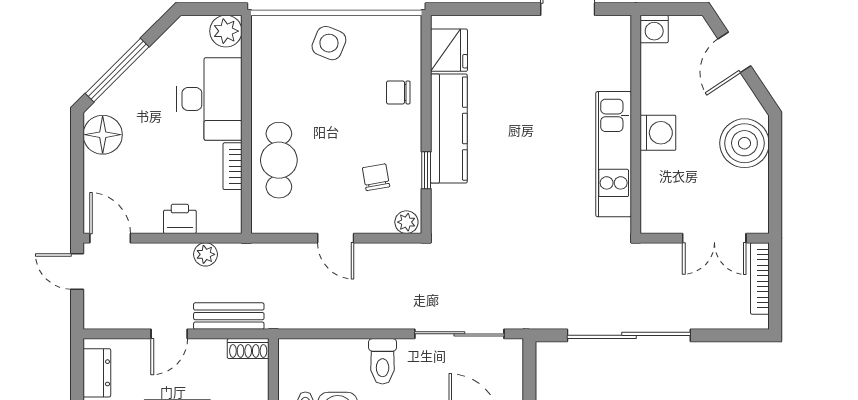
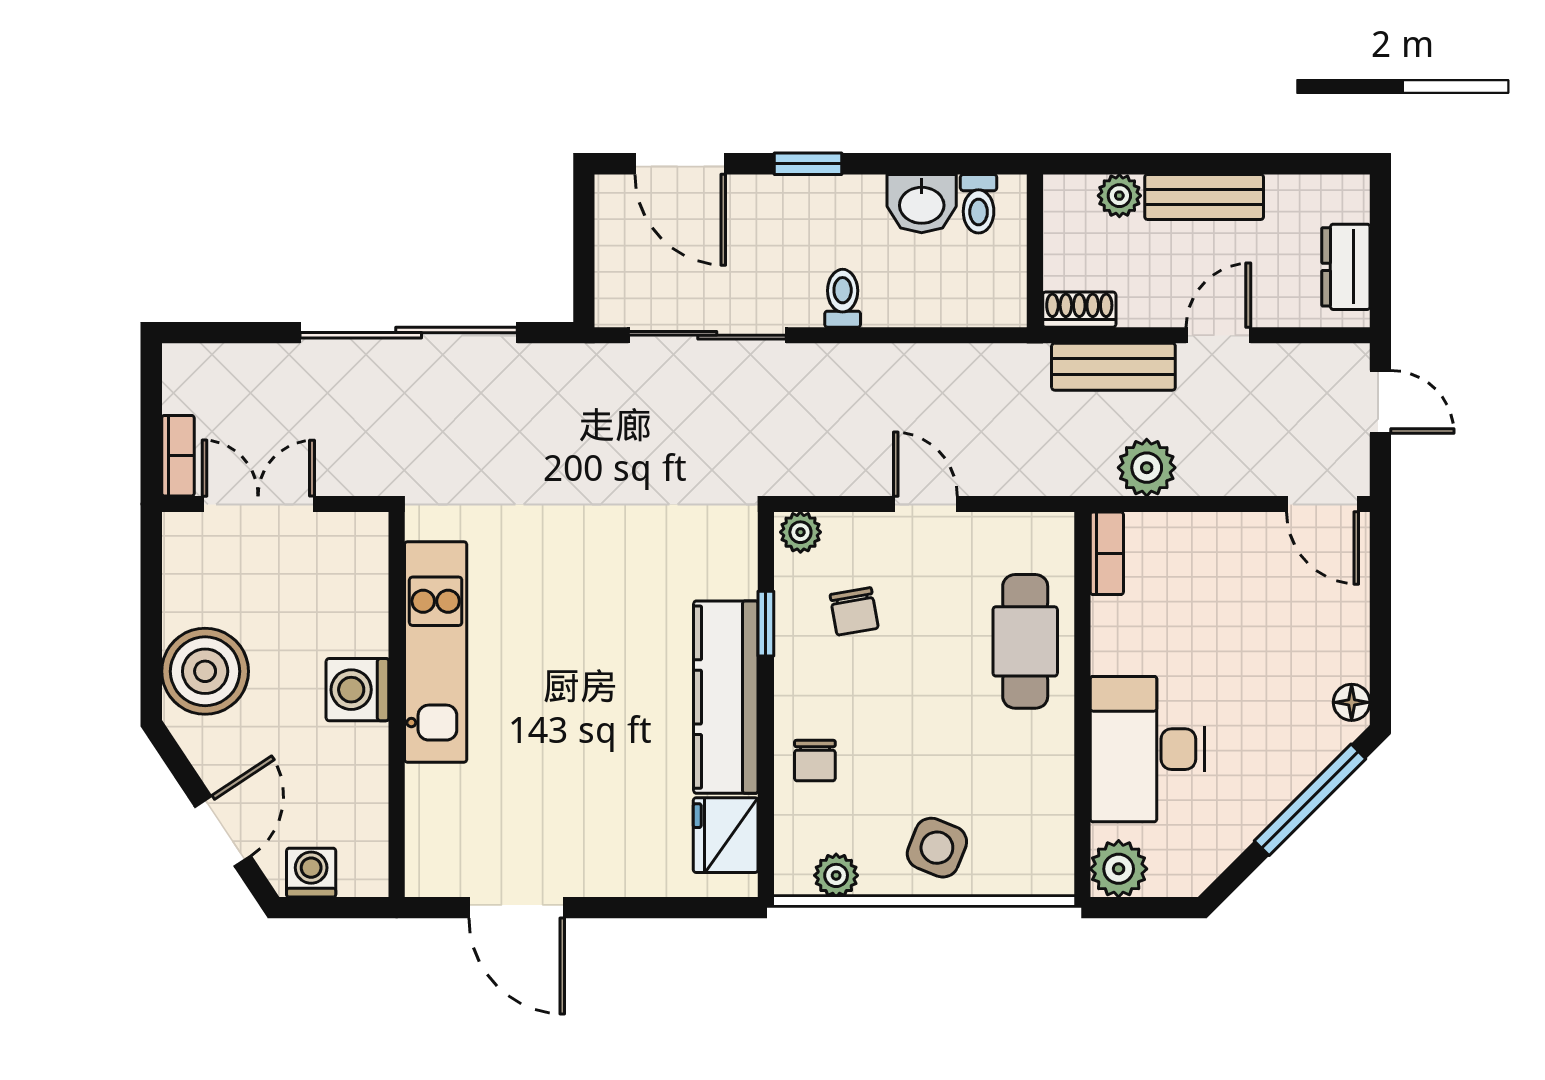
plant: (386, 27) -> (836, 875), added
washing machine: (654, 29) -> (311, 873), moved
chair: (398, 92) -> (815, 761), turned 90
floor lamp: (103, 135) -> (1352, 702), width x0.53, depth x0.53
bookcase: (233, 166) -> (1107, 553), moved
printer: (180, 219) -> (1200, 538), removed
plant: (205, 254) -> (1147, 468), width x1.38, depth x1.38
door: (77, 271) -> (1380, 402), moved
bookcase: (760, 278) -> (178, 456), width x0.64
toilet: (383, 361) -> (843, 298), width x0.73, depth x0.72

